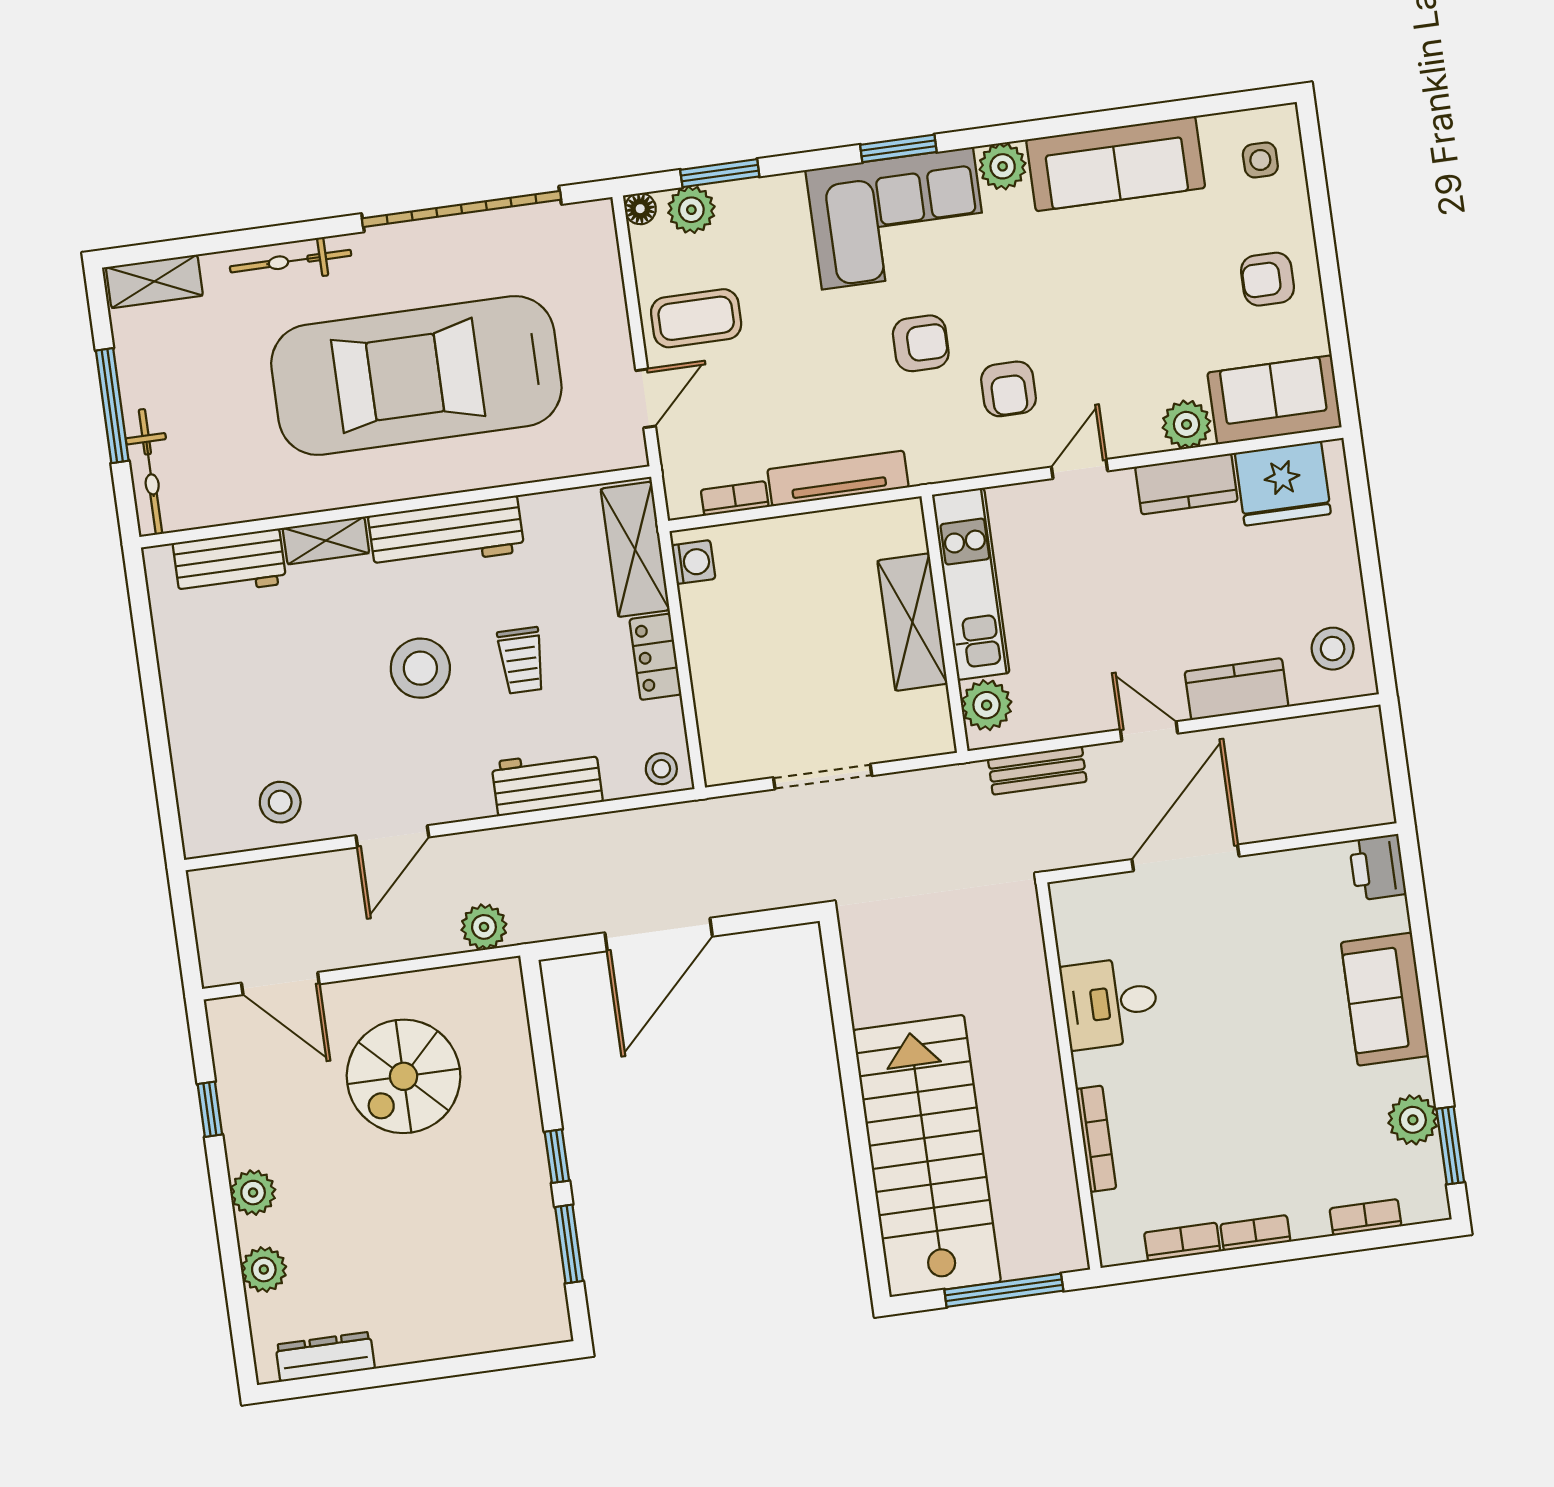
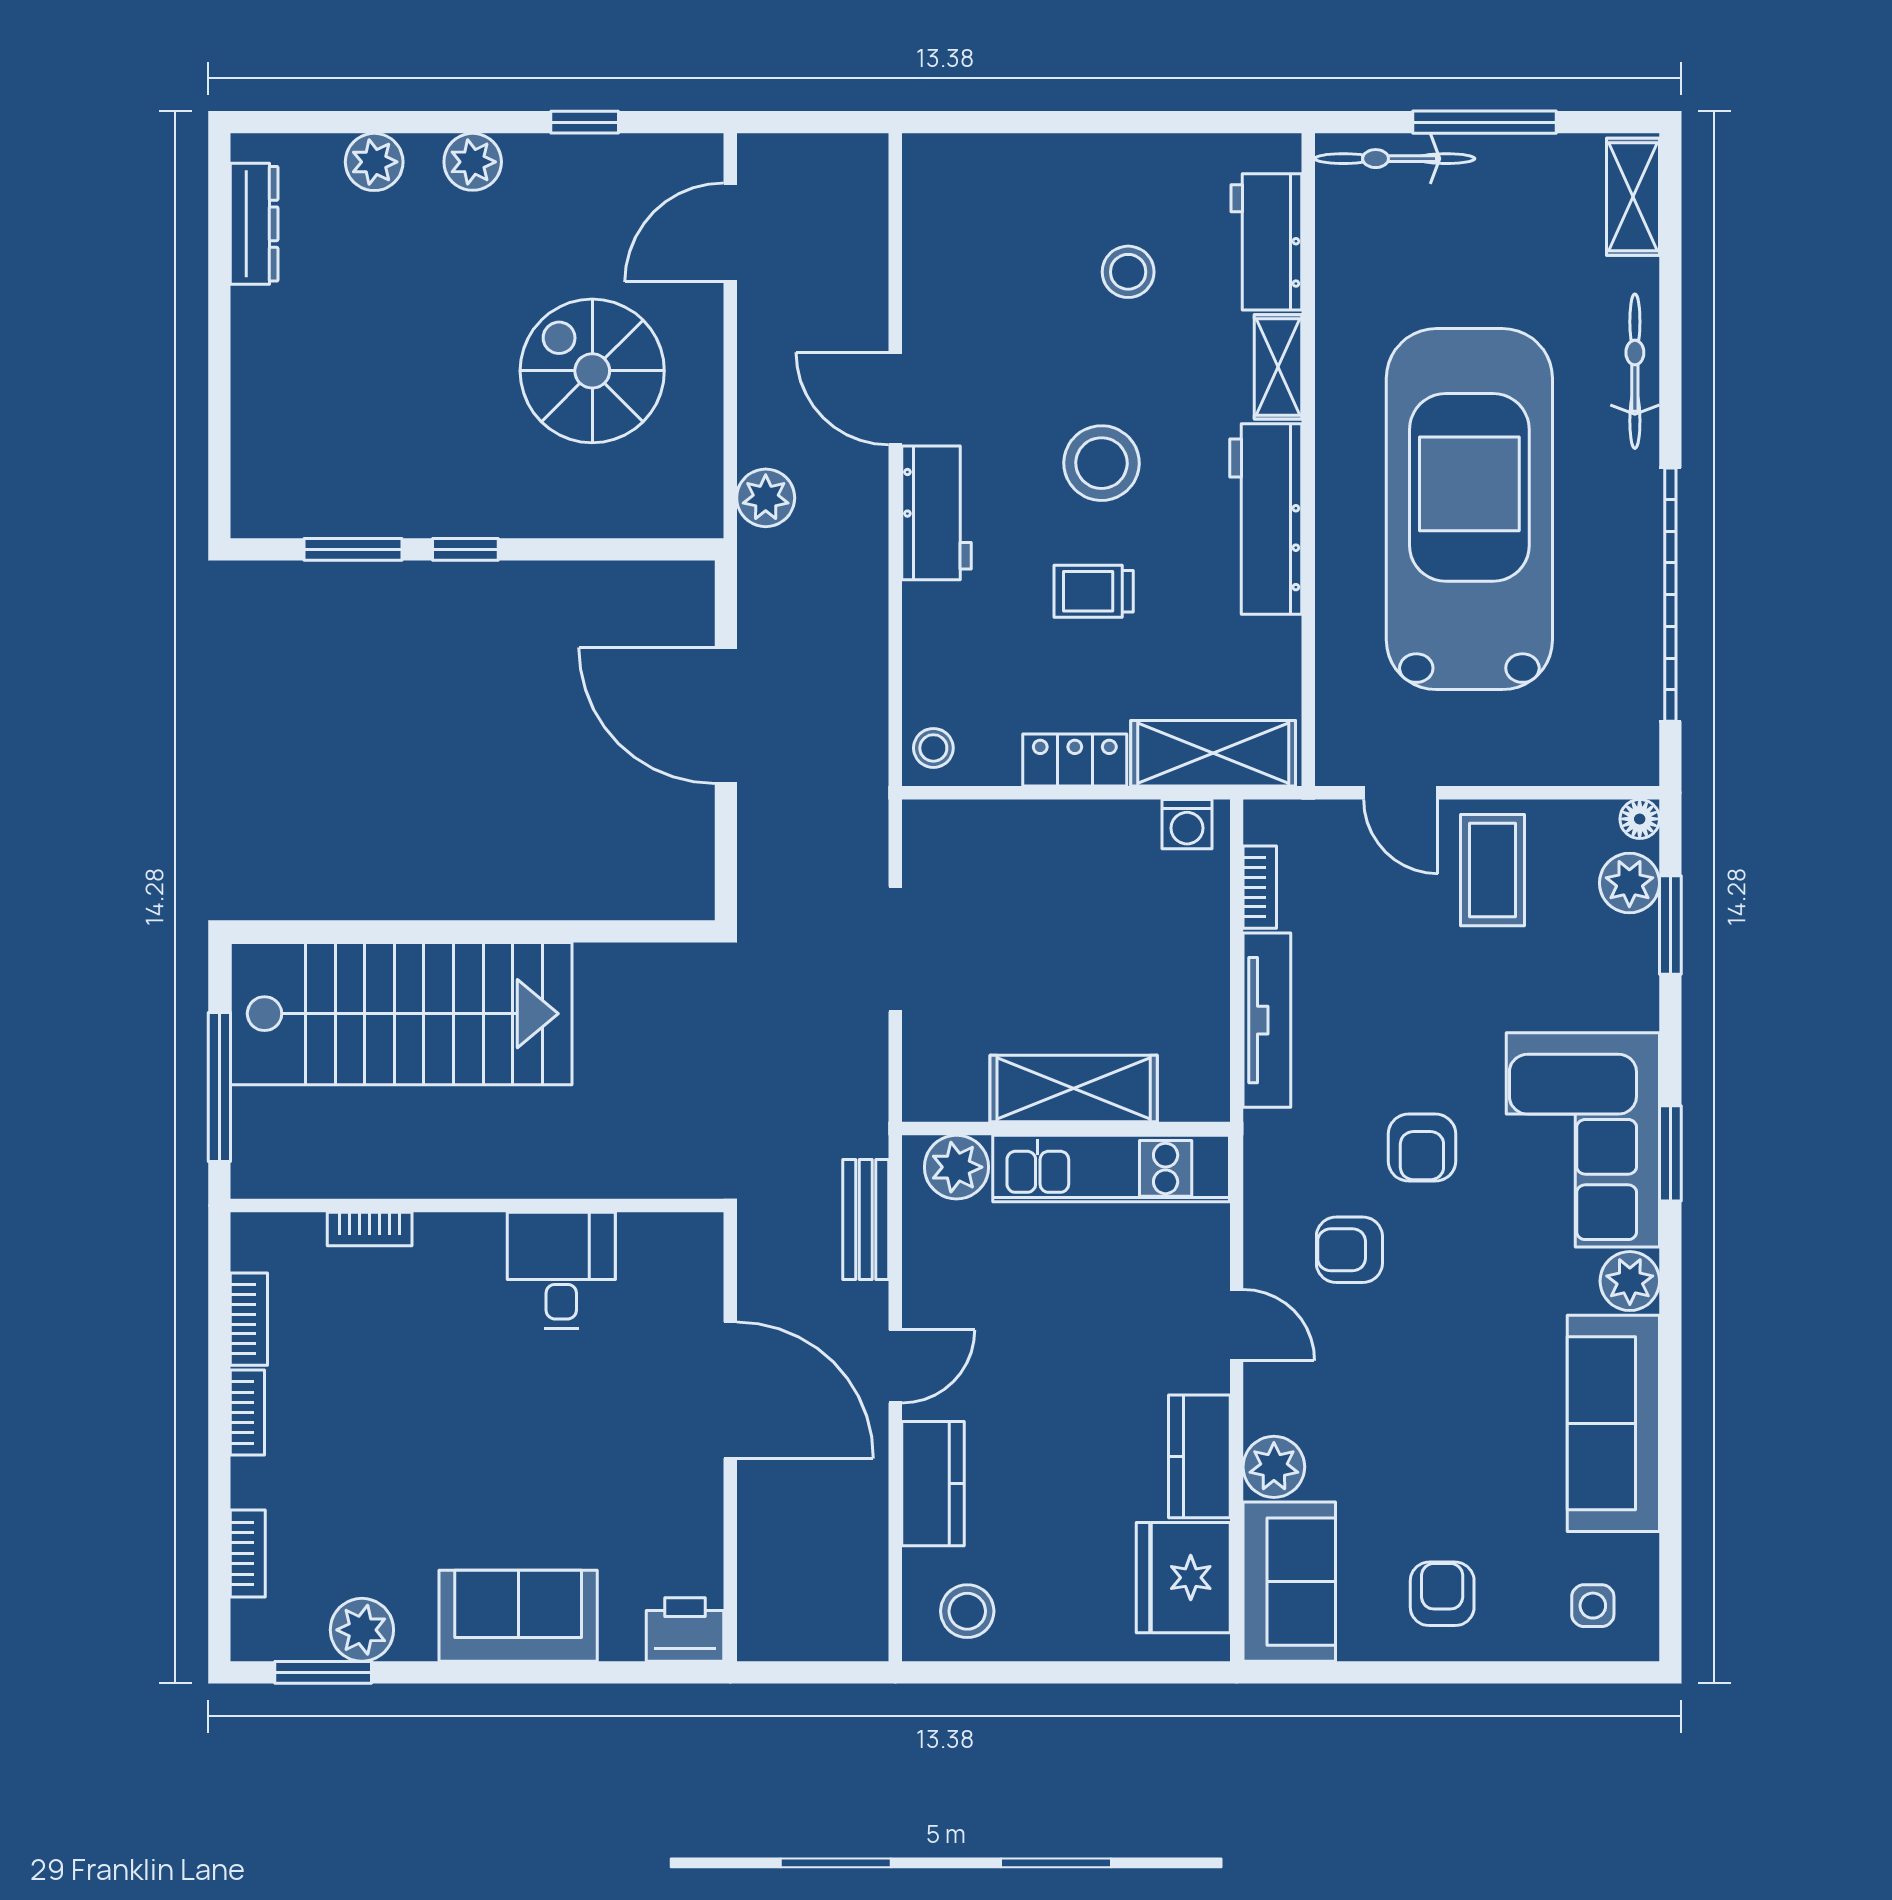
workbench: (547, 782) -> (937, 513), moved
stool: (280, 802) -> (1128, 272), moved
bookcase: (1096, 1139) -> (370, 1229), width x0.64

